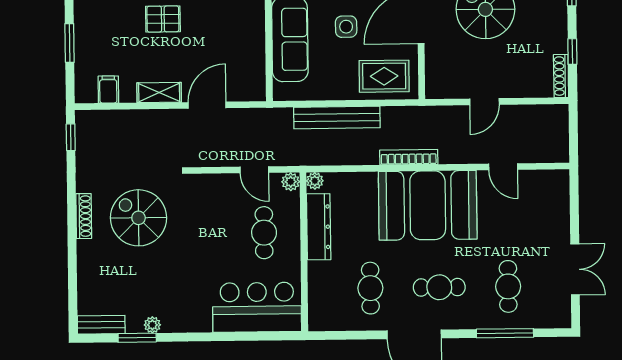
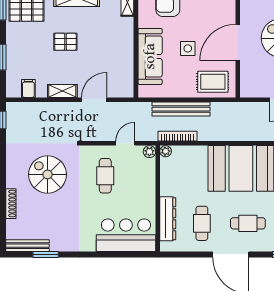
bookcase: (409, 157) -> (178, 136), moved
door: (254, 170) -> (125, 143), swing flipped
shoe rack: (84, 216) -> (11, 204), moved
dresser: (319, 227) -> (168, 219), moved
cafe table: (264, 233) -> (105, 176), moved
bench: (101, 325) -> (27, 246), width x1.36
plant: (152, 325) -> (56, 246), removed

